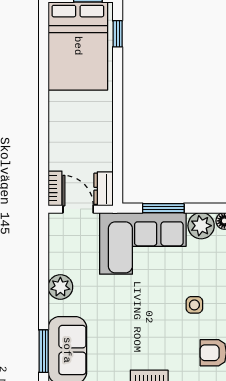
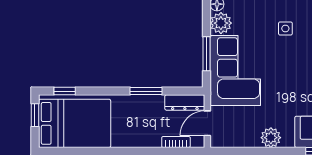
window: (118, 134) -> (146, 91), added
bookcase: (55, 188) -> (176, 142), moved
dresser: (103, 189) -> (185, 102), width x1.44

